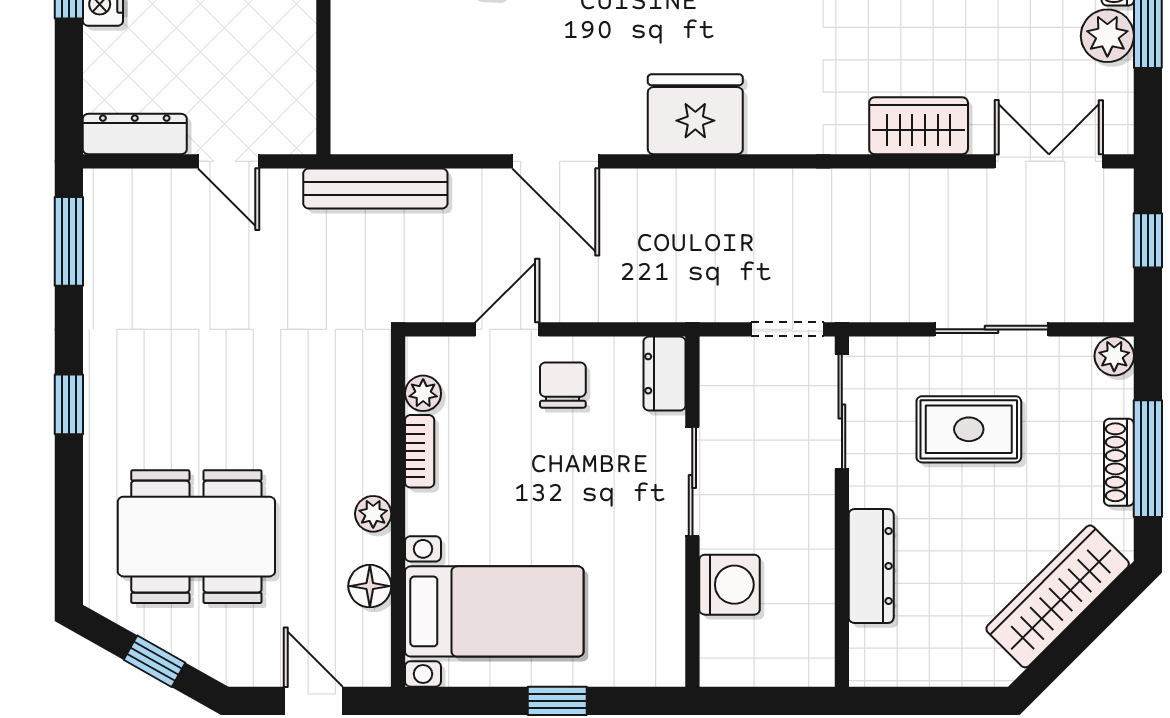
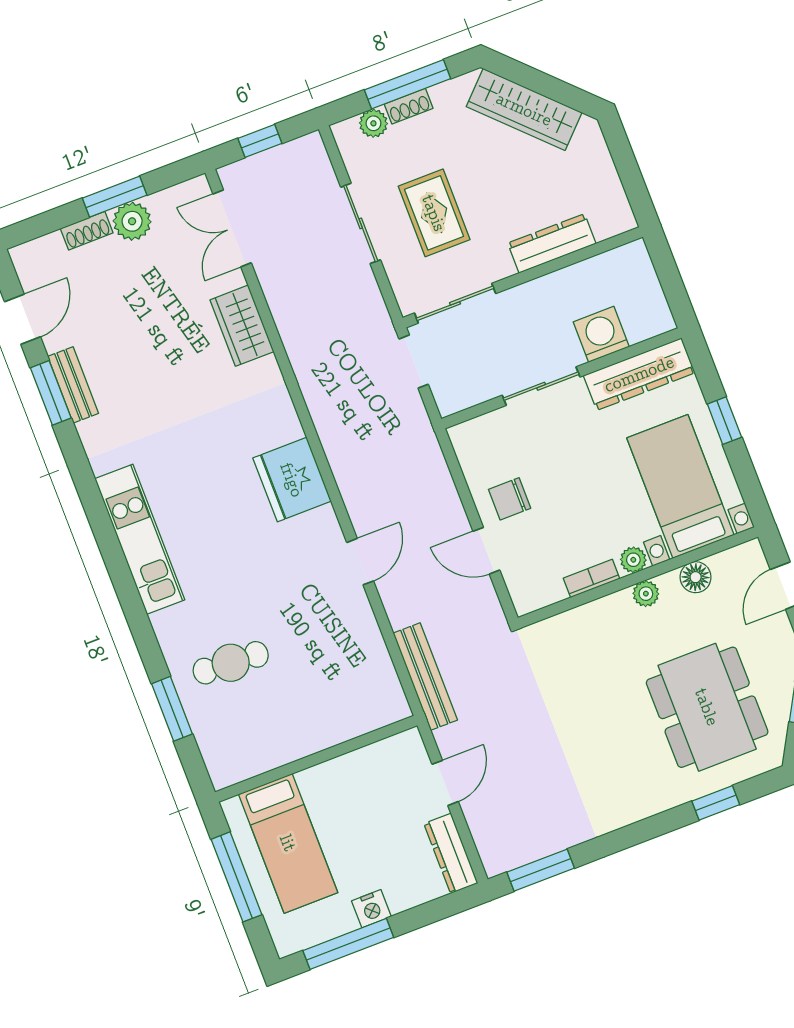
door: (556, 161) -> (360, 562), width x0.73
plant: (1114, 356) -> (373, 123), moved
dresser: (665, 374) -> (639, 374), moved, width x1.96, depth x1.24
plant: (423, 393) -> (633, 560), moved
window: (69, 404) -> (716, 803), moved
shoe rack: (1119, 462) -> (409, 106), width x0.70

